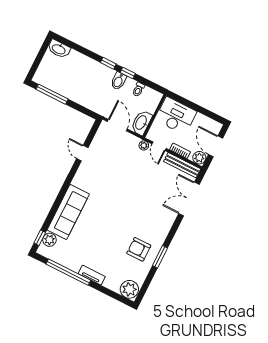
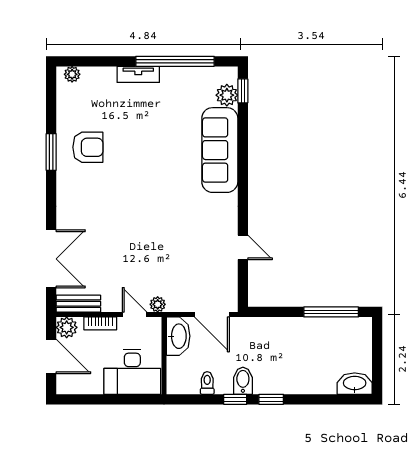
bench: (182, 165) -> (78, 304), width x0.73
plant: (129, 289) -> (72, 74), width x0.53, depth x0.53

